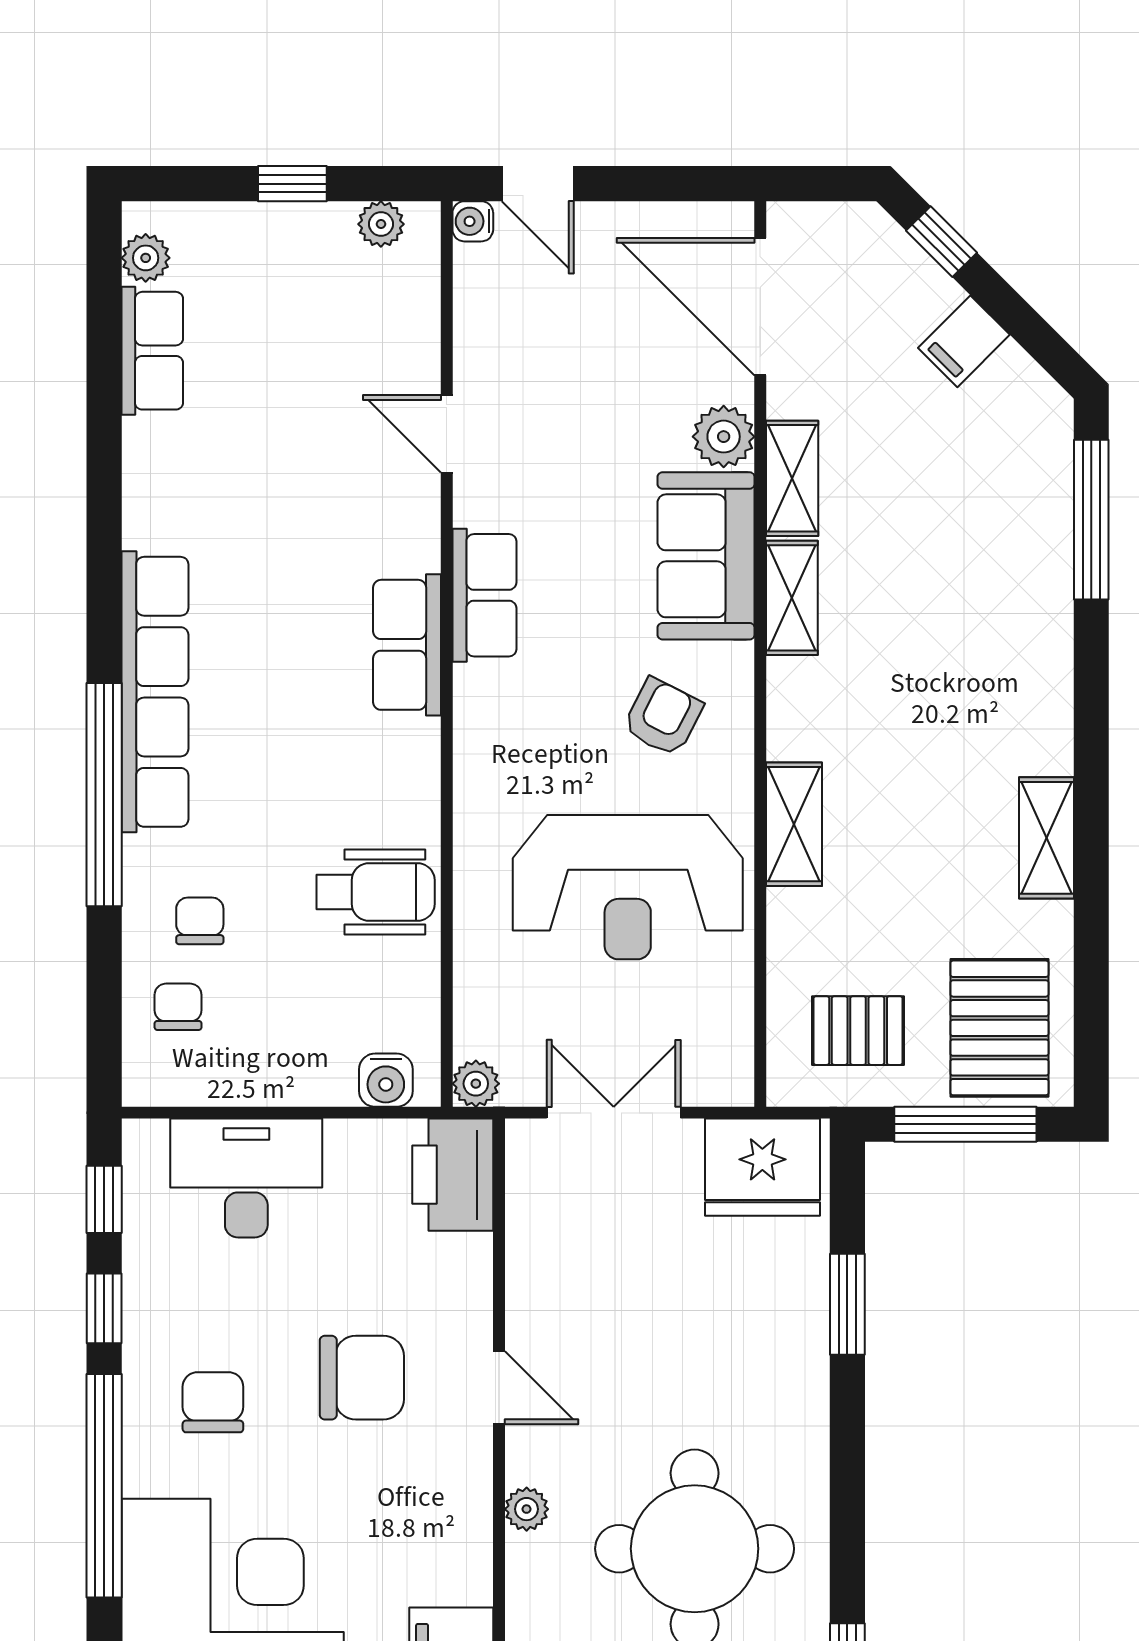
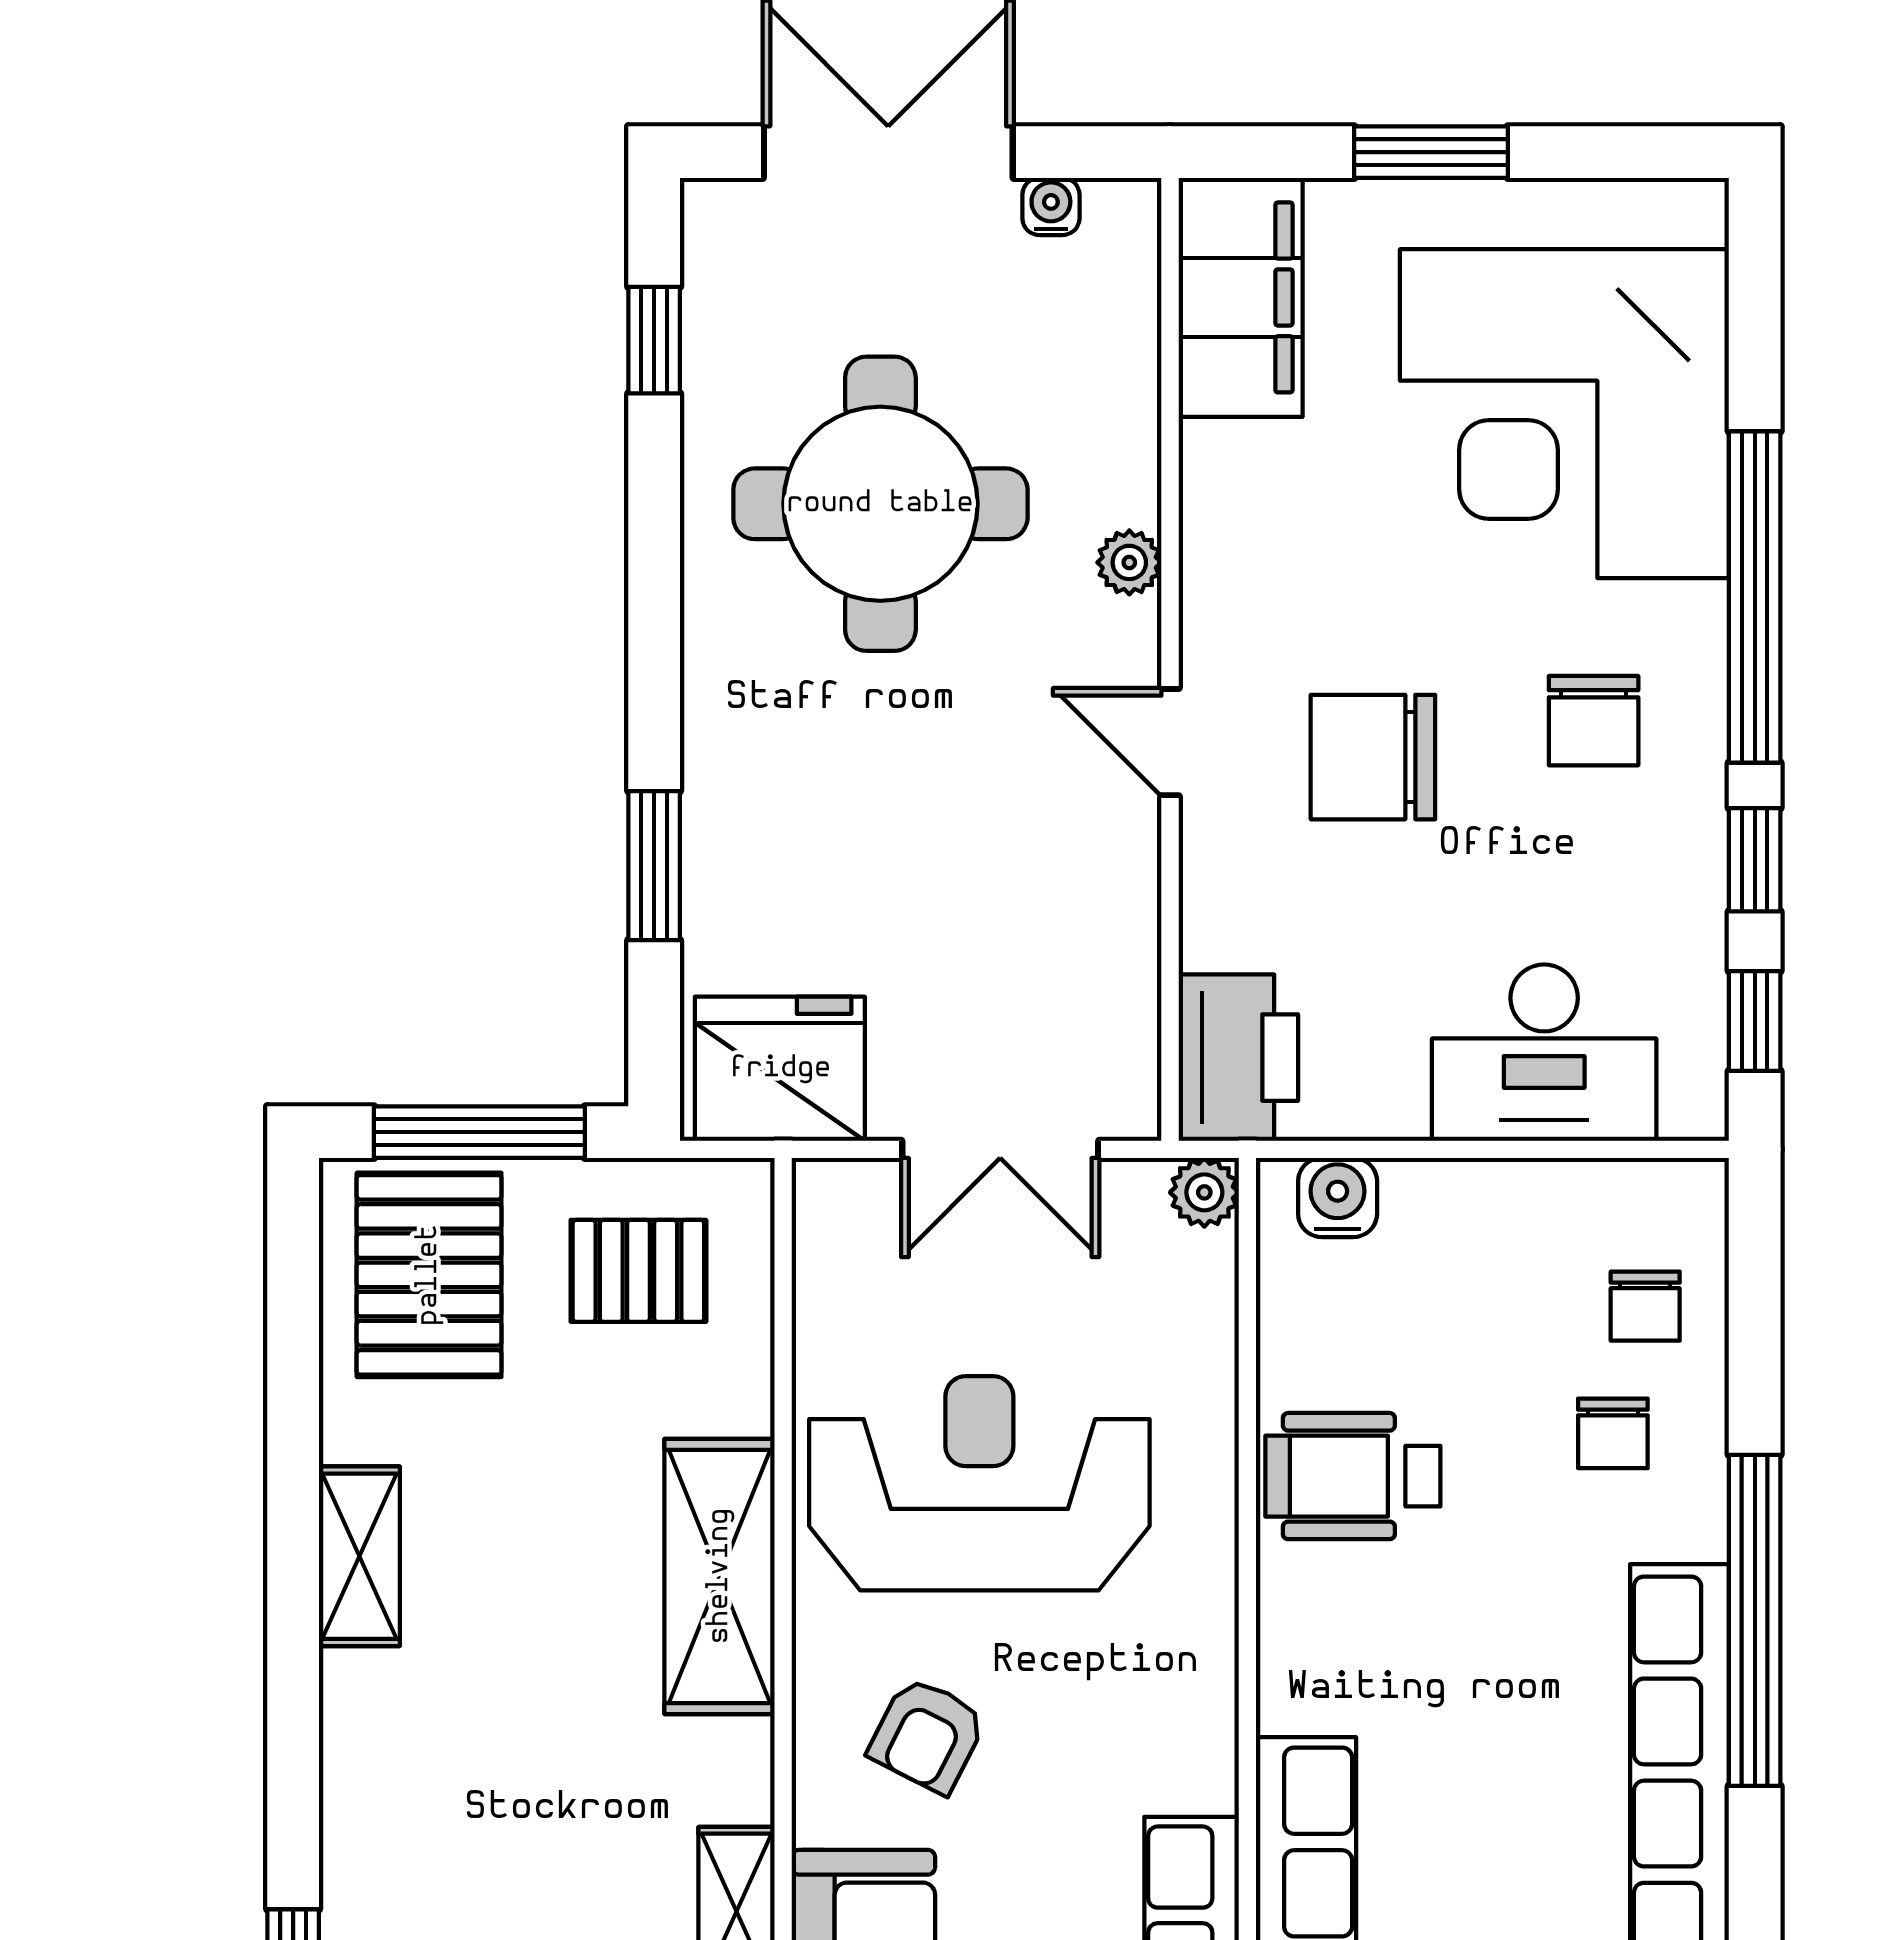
shelving: (794, 824) -> (720, 1576), width x1.50, depth x1.33

